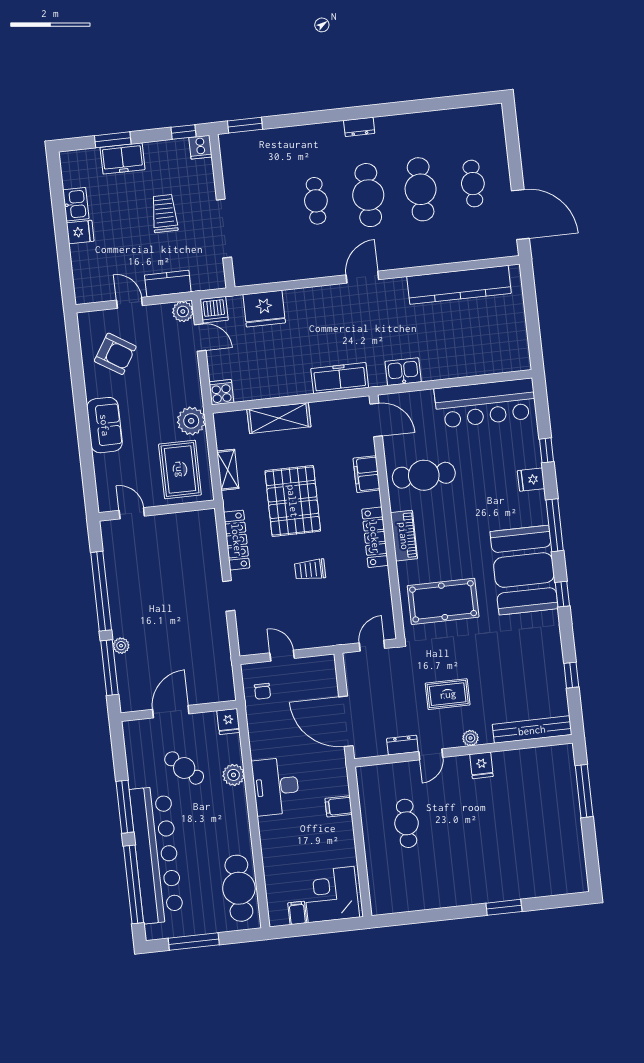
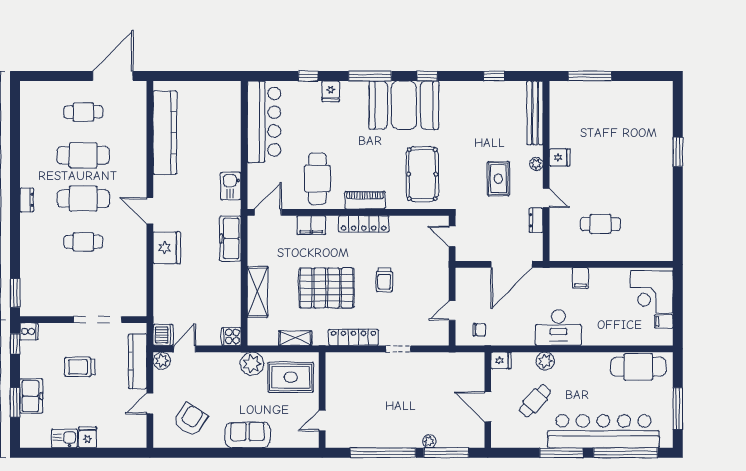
kitchen counter: (168, 284) -> (138, 361), width x1.50
fridge: (264, 309) -> (167, 248), moved

